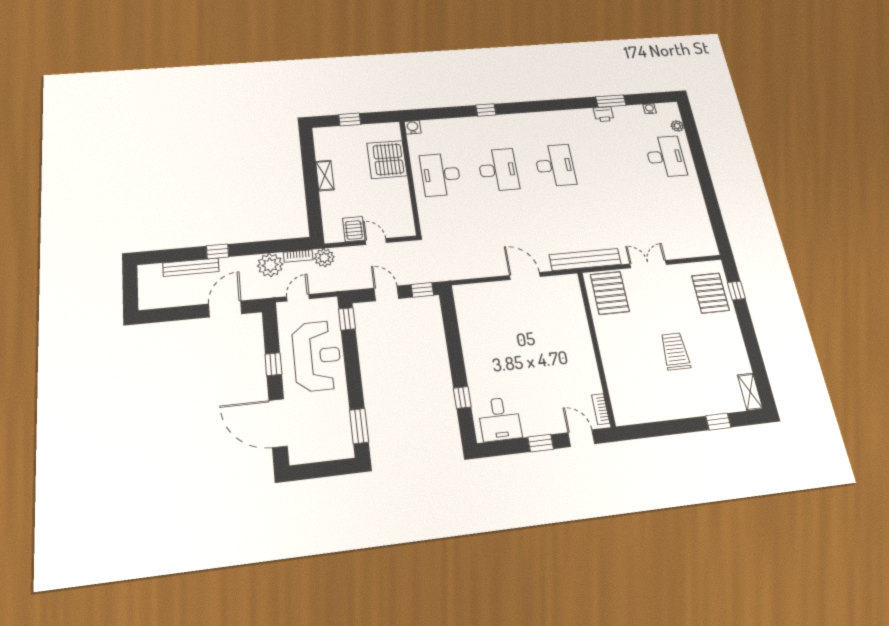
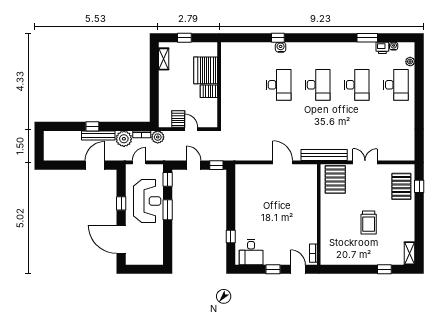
printer: (604, 114) -> (382, 48), moved
water cooler: (413, 127) -> (281, 47), moved
desk: (441, 175) -> (357, 85), moved, turned 180
shelving: (325, 176) -> (164, 59), moved
server rack: (396, 187) -> (209, 91), added
bench: (191, 267) -> (98, 135), moved
trolley: (675, 351) -> (369, 222), turned 180
window: (359, 426) -> (168, 210), moved

